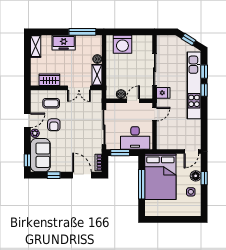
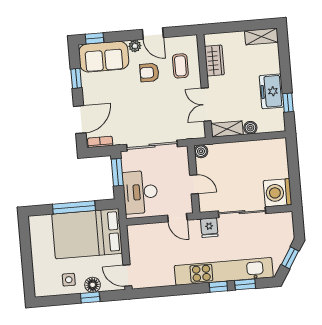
window: (82, 32) -> (288, 103), width x0.46
freezer: (64, 43) -> (271, 91), moved
washing machine: (122, 44) -> (278, 193), moved
boiler: (121, 94) -> (201, 151), moved

